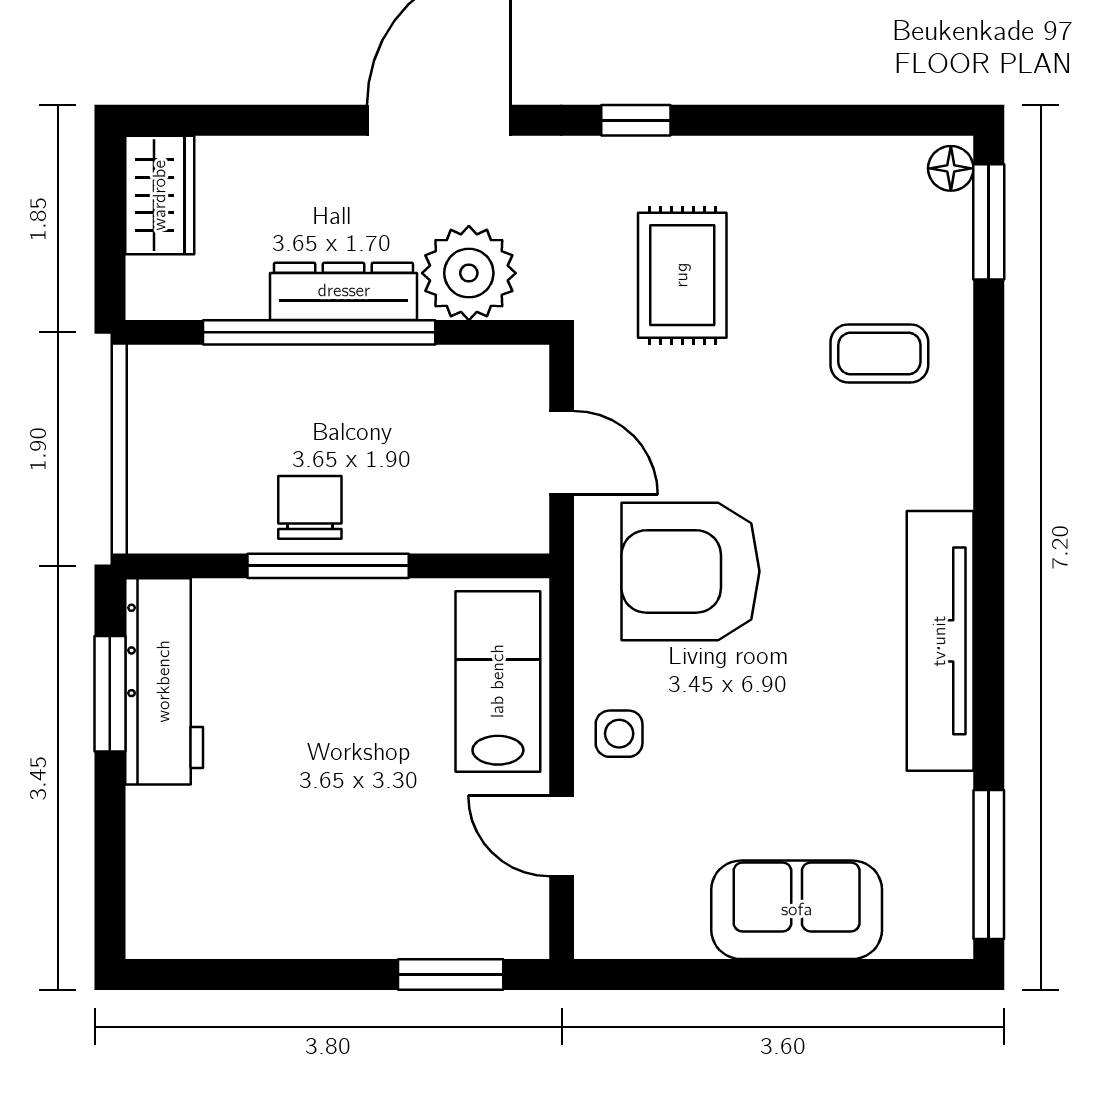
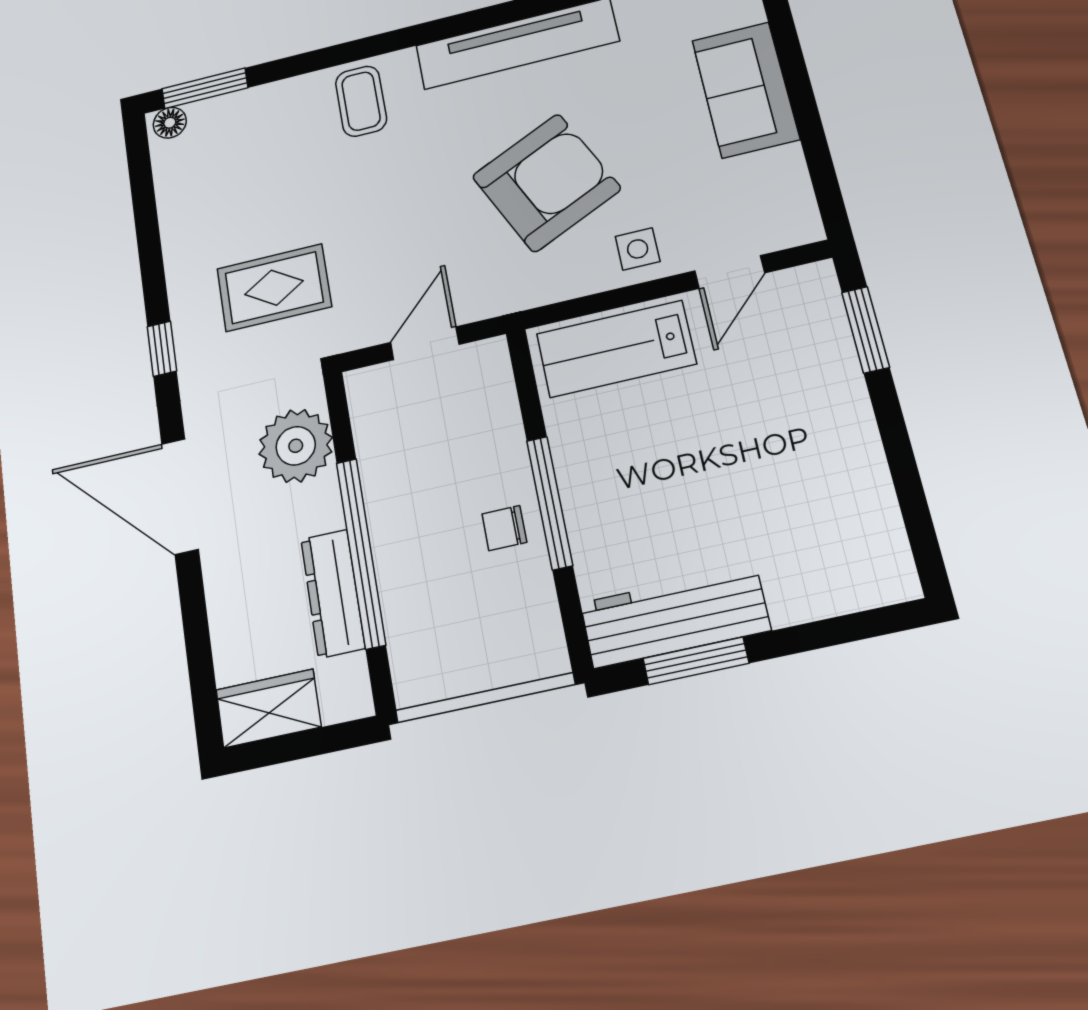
dresser: (344, 291) -> (333, 593), moved
coffee table: (879, 353) -> (361, 101), moved
chair: (310, 507) -> (504, 528), width x0.73, depth x0.73
armchair: (690, 571) -> (546, 183), moved, turned -115

